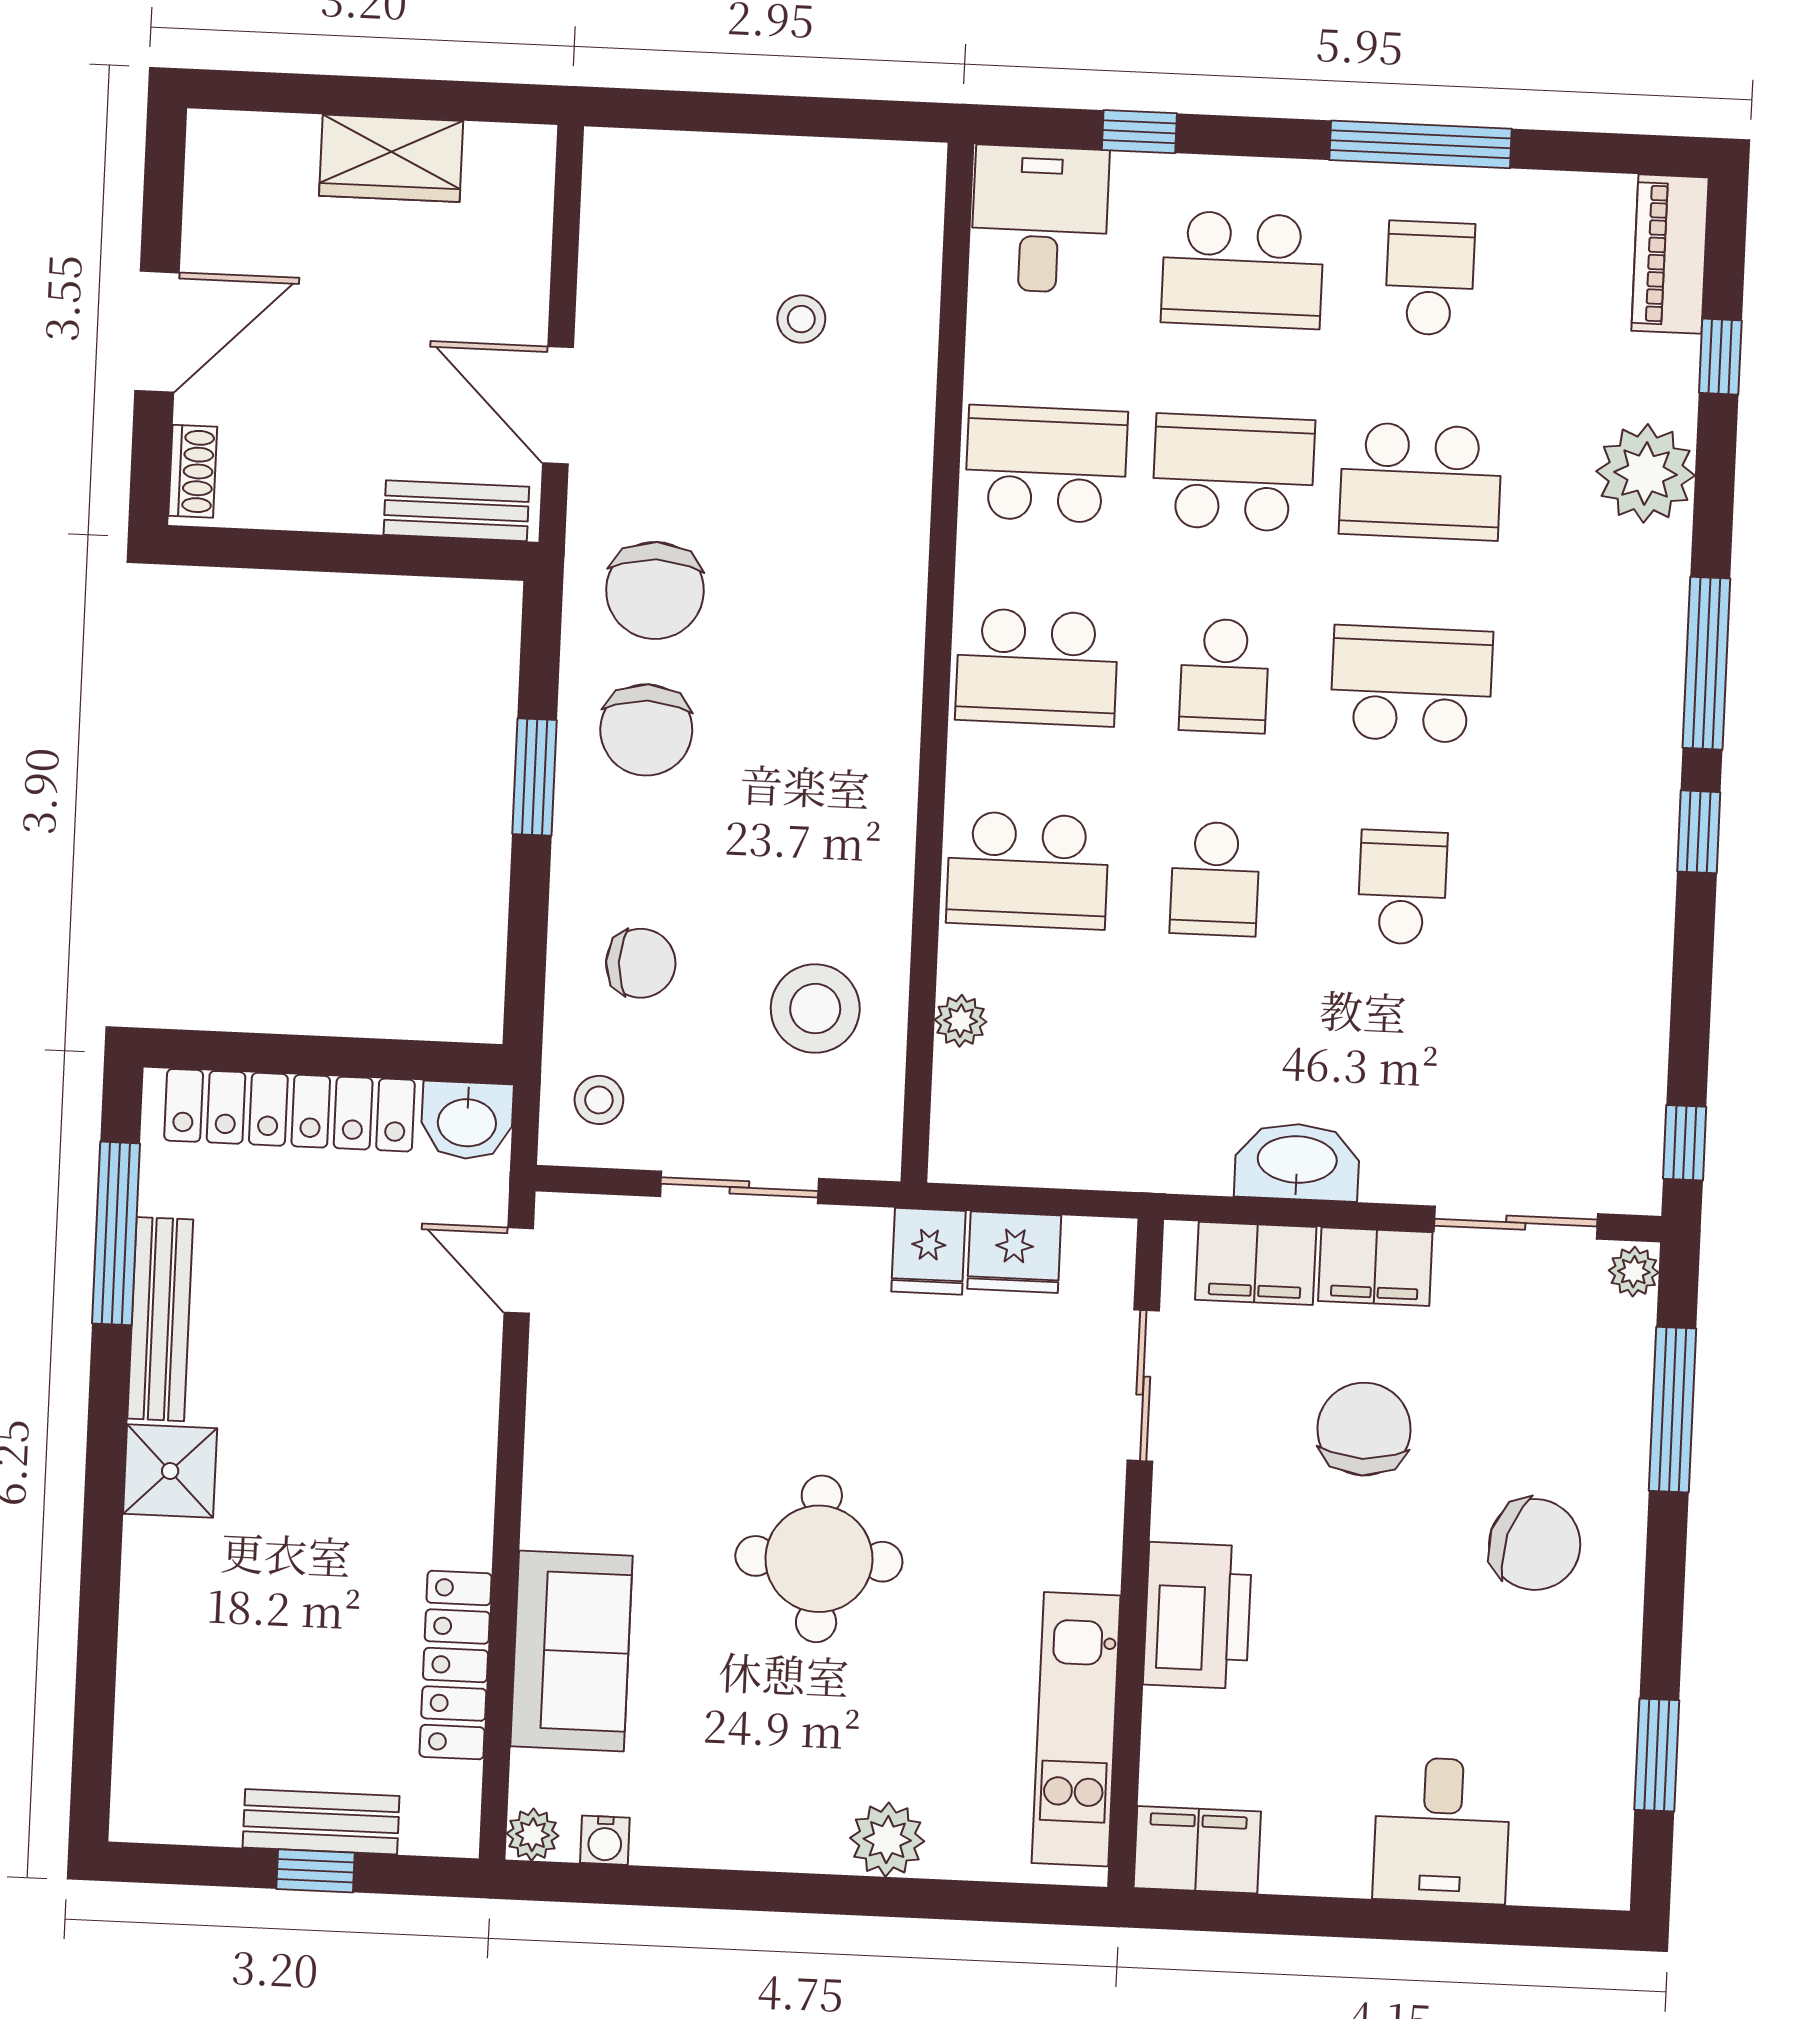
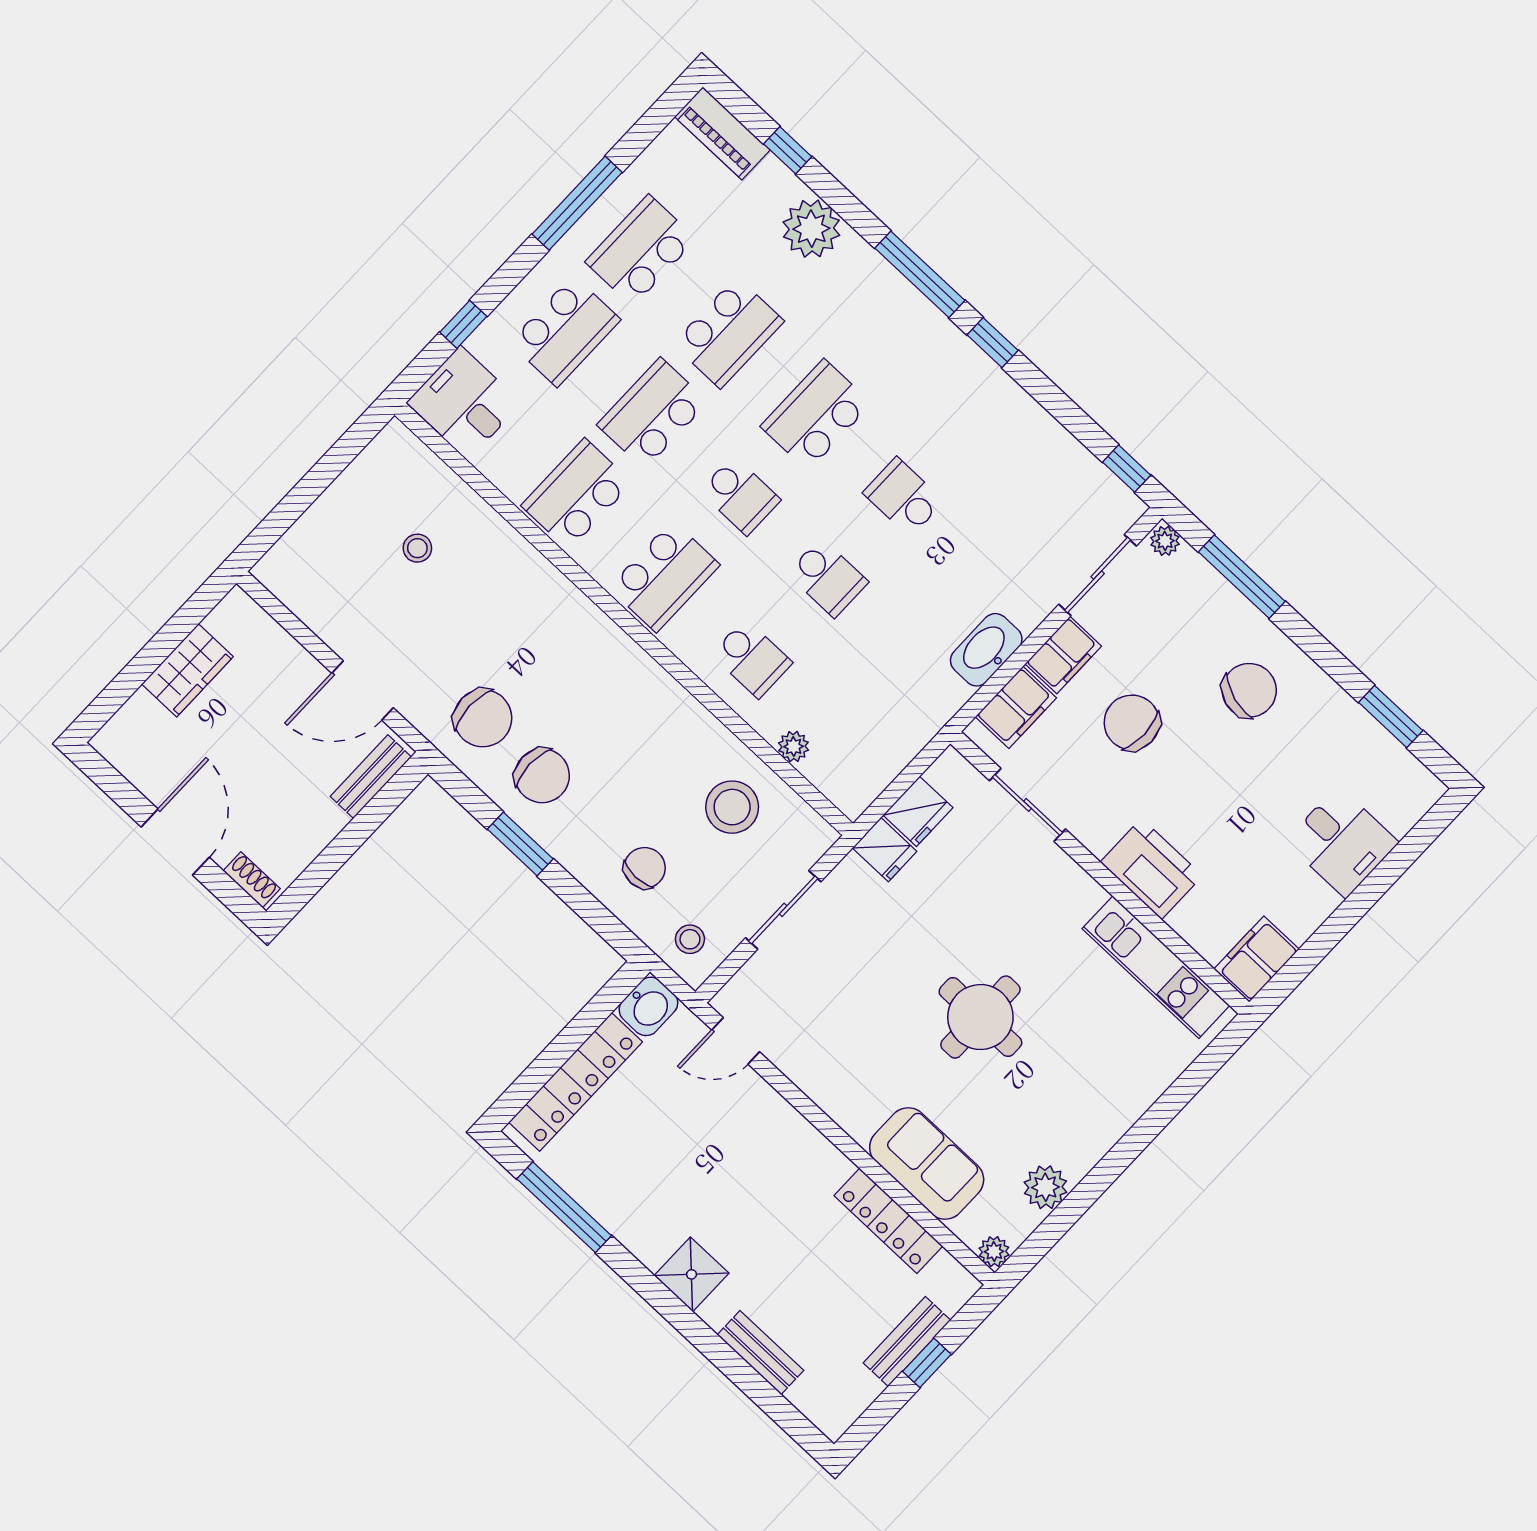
school desk: (1430, 278) -> (641, 250), width x1.85
school desk: (1028, 870) -> (752, 659), width x0.54
bench: (160, 1319) -> (760, 1353), moved, width x0.73
water cooler: (605, 1840) -> (1024, 1221), removed
plant: (887, 1840) -> (1045, 1187), moved

